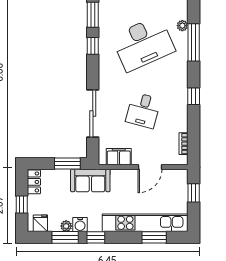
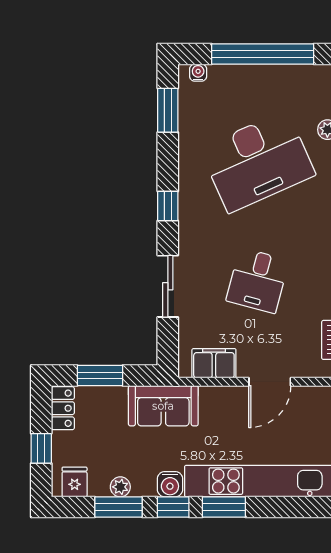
window: (93, 46) -> (168, 206), moved
sliding door: (93, 114) -> (168, 286), width x0.73
window: (67, 164) -> (100, 375), moved
water cooler: (80, 225) -> (170, 484), moved
window: (154, 237) -> (224, 507), moved

